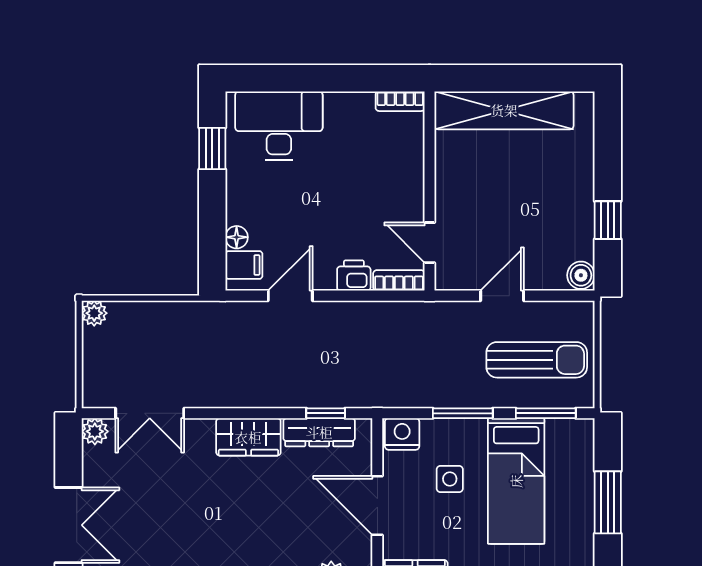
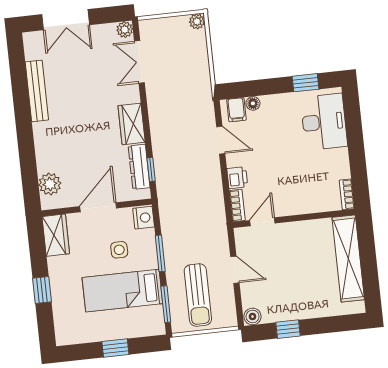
window: (608, 502) -> (115, 348), width x0.67

